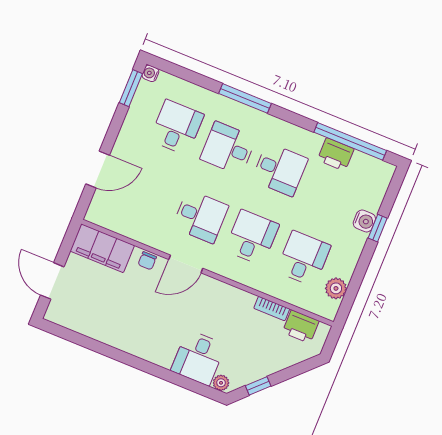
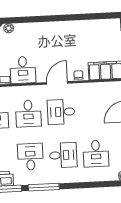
window: (245, 98) -> (44, 187), moved
desk: (280, 169) -> (30, 157), turned 90
desk: (198, 358) -> (23, 70), moved, turned 180

